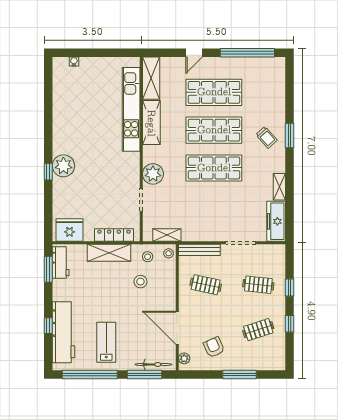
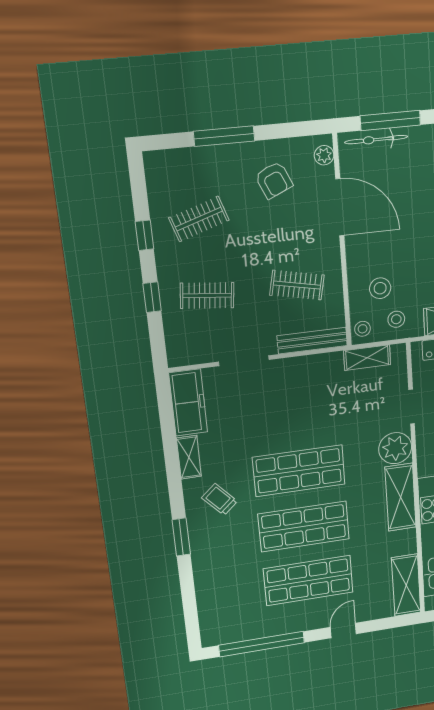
shelving: (151, 123) -> (401, 497), moved
trolley: (267, 137) -> (220, 499), moved
stool: (140, 282) -> (380, 288), moved

